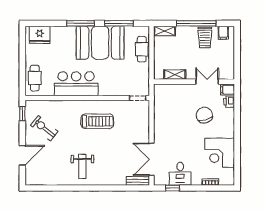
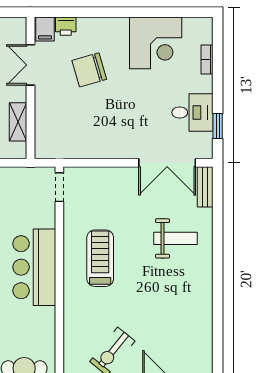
bar counter: (76, 84) -> (34, 267), moved
weight bench: (82, 166) -> (175, 238), moved

